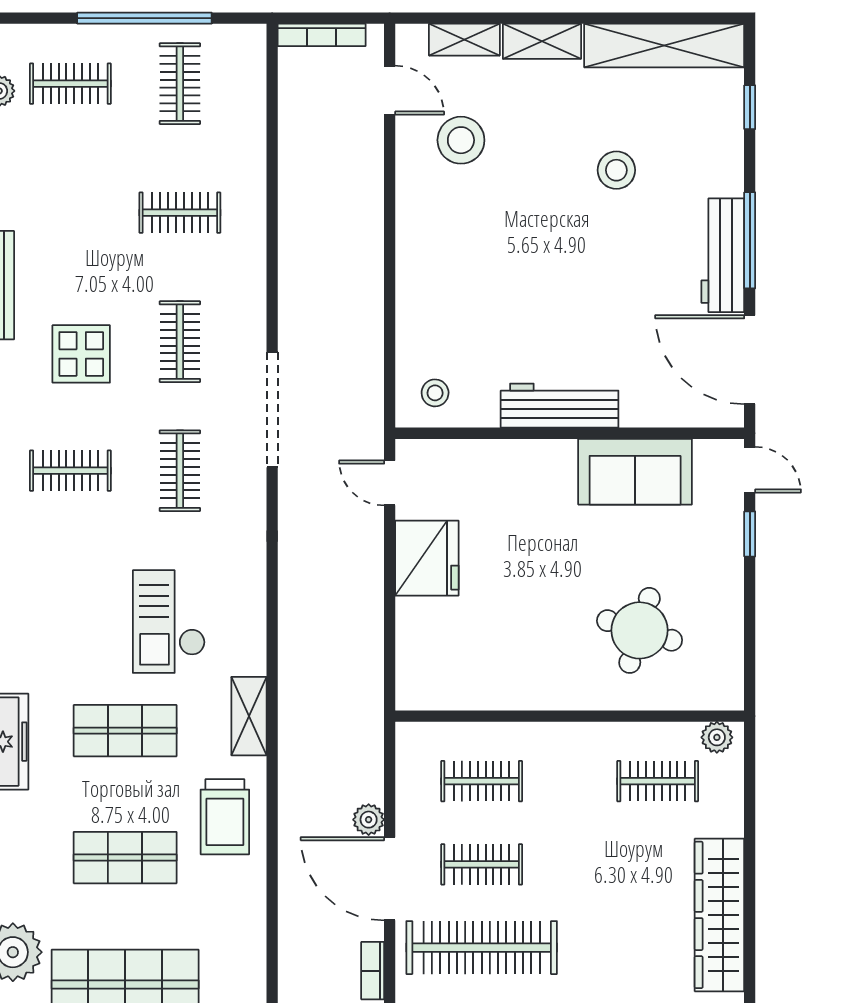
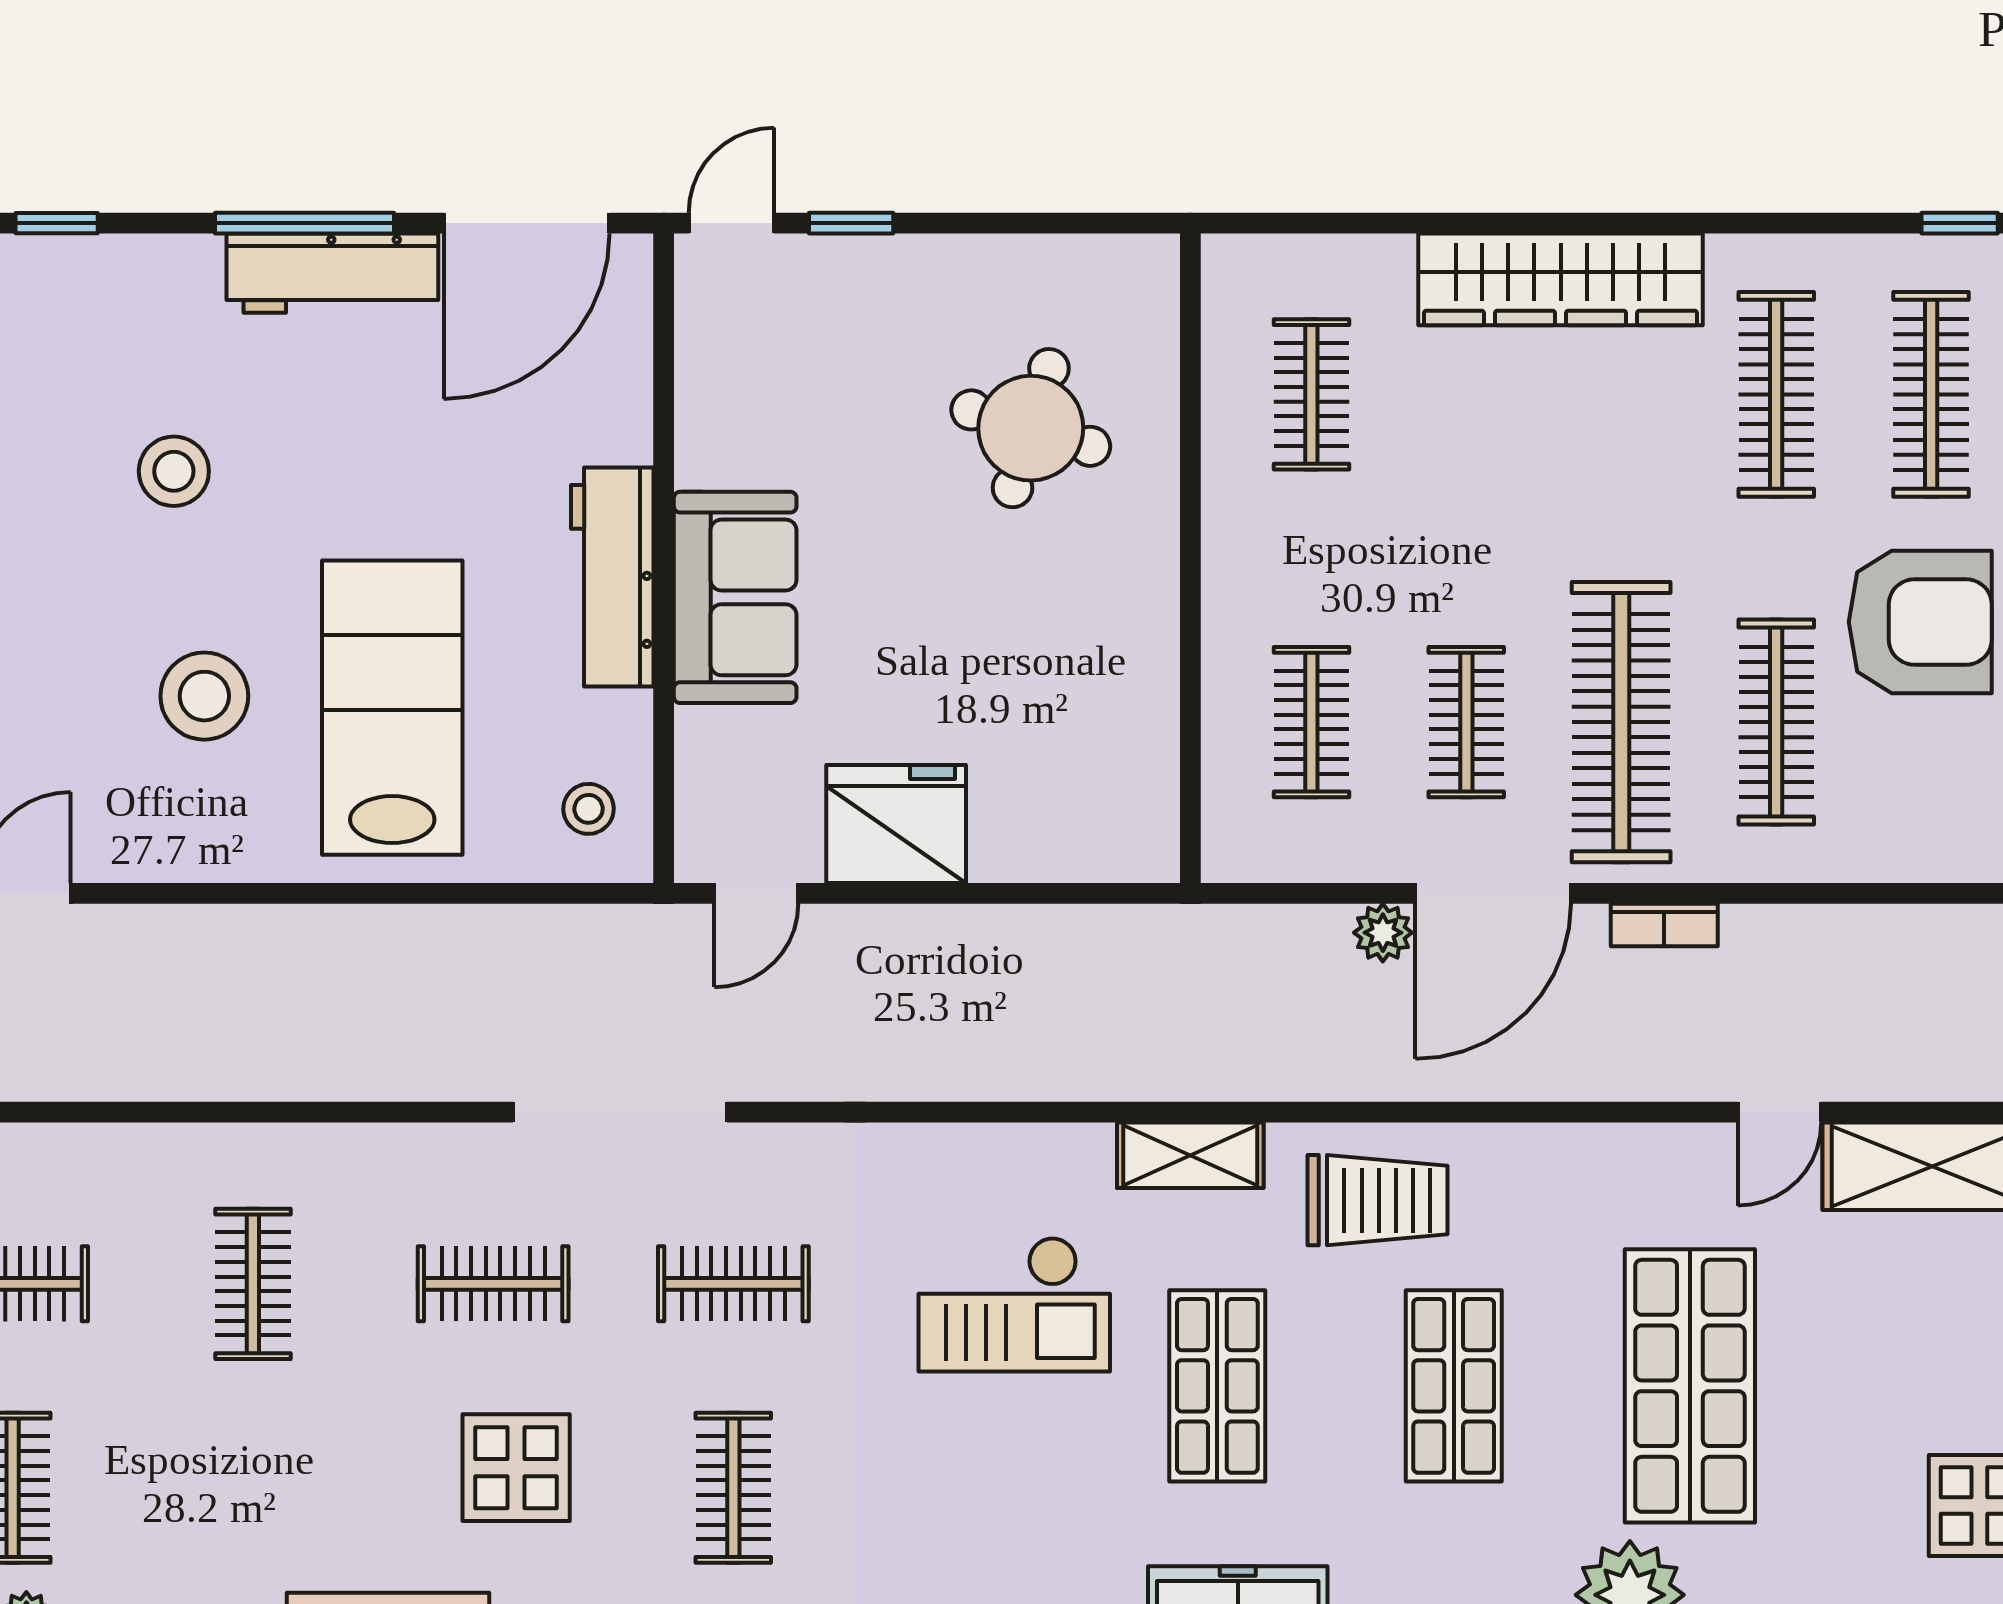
stool: (461, 140) -> (204, 696), moved
lab bench: (489, 287) -> (392, 708), added
sofa: (635, 472) -> (735, 597), moved
plant: (717, 737) -> (1230, 284), removed

